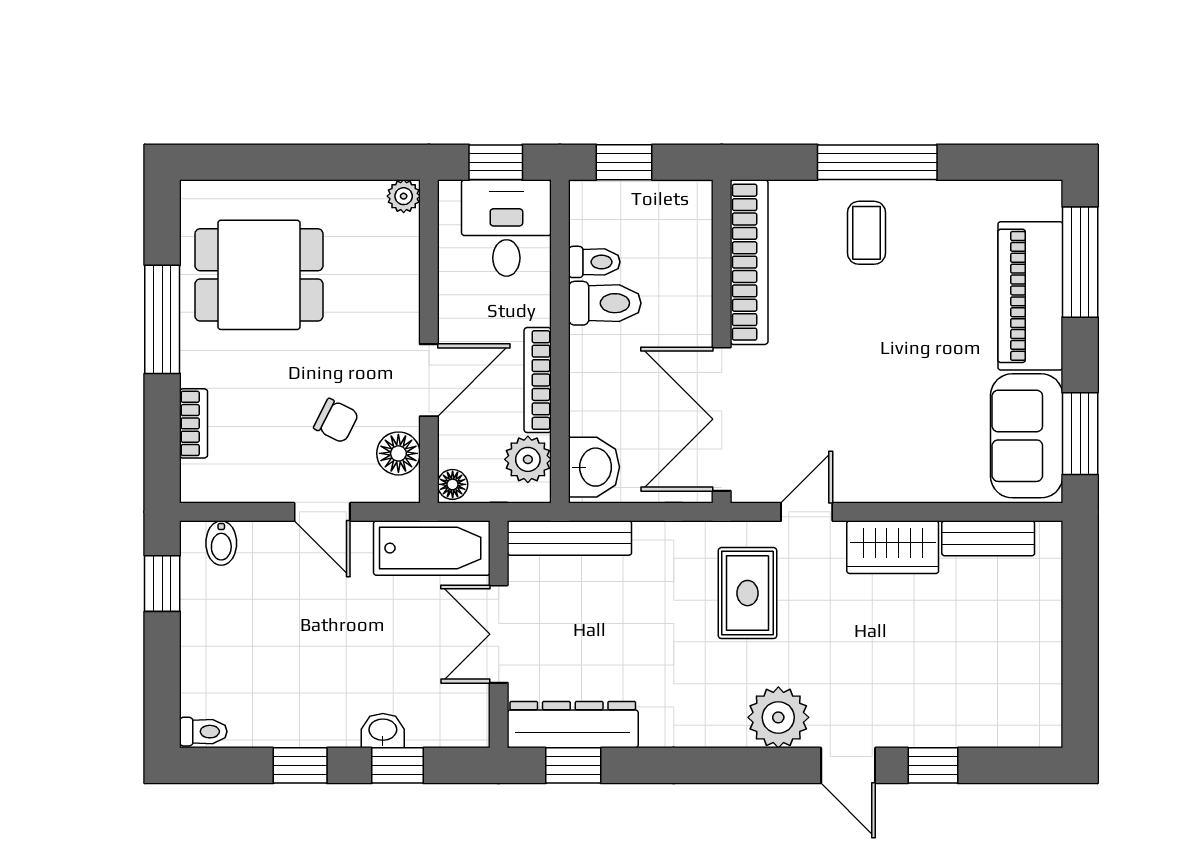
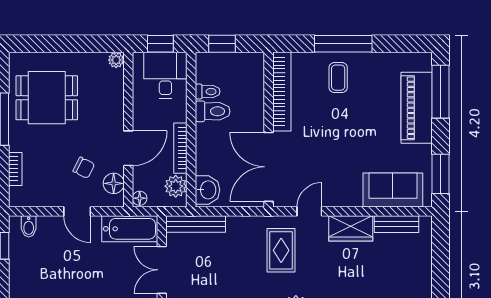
sofa: (1027, 436) -> (393, 190), moved, turned 90

